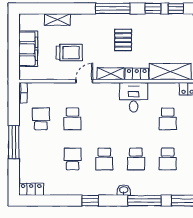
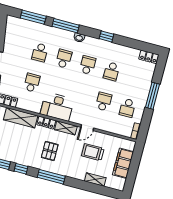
desk: (134, 97) -> (57, 107), width x1.37
school desk: (168, 159) -> (40, 52), turned 180

